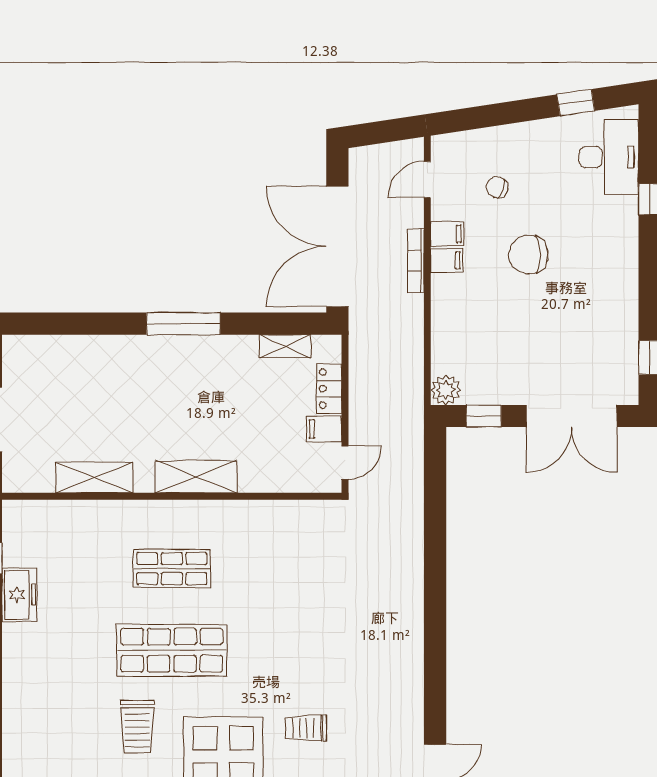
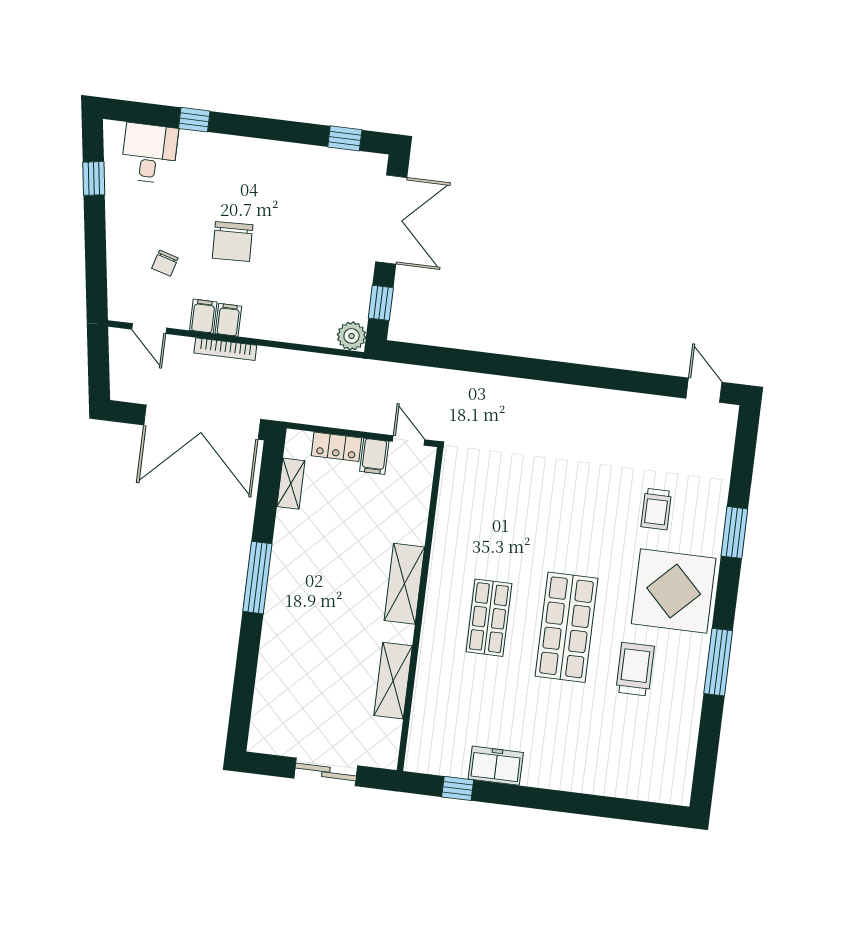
desk: (609, 157) -> (149, 153), width x0.73
trolley: (137, 727) -> (635, 669), turned -90

